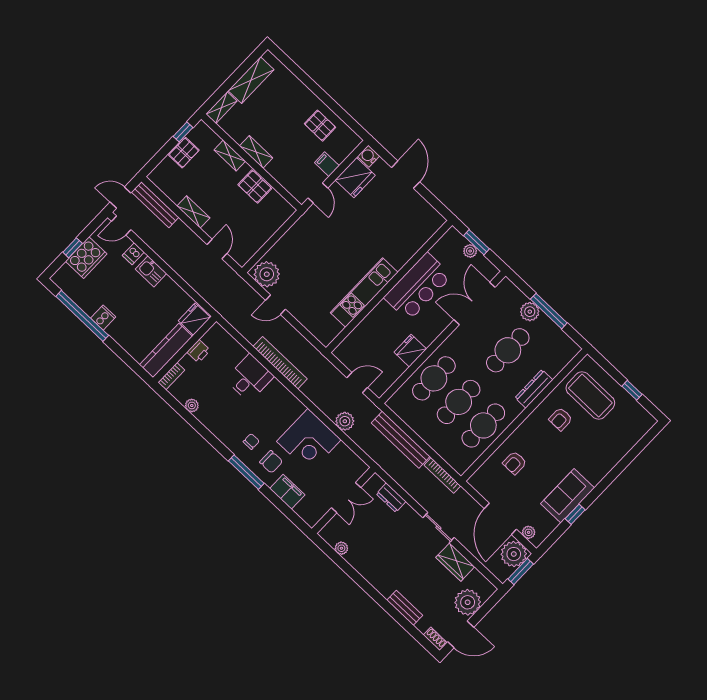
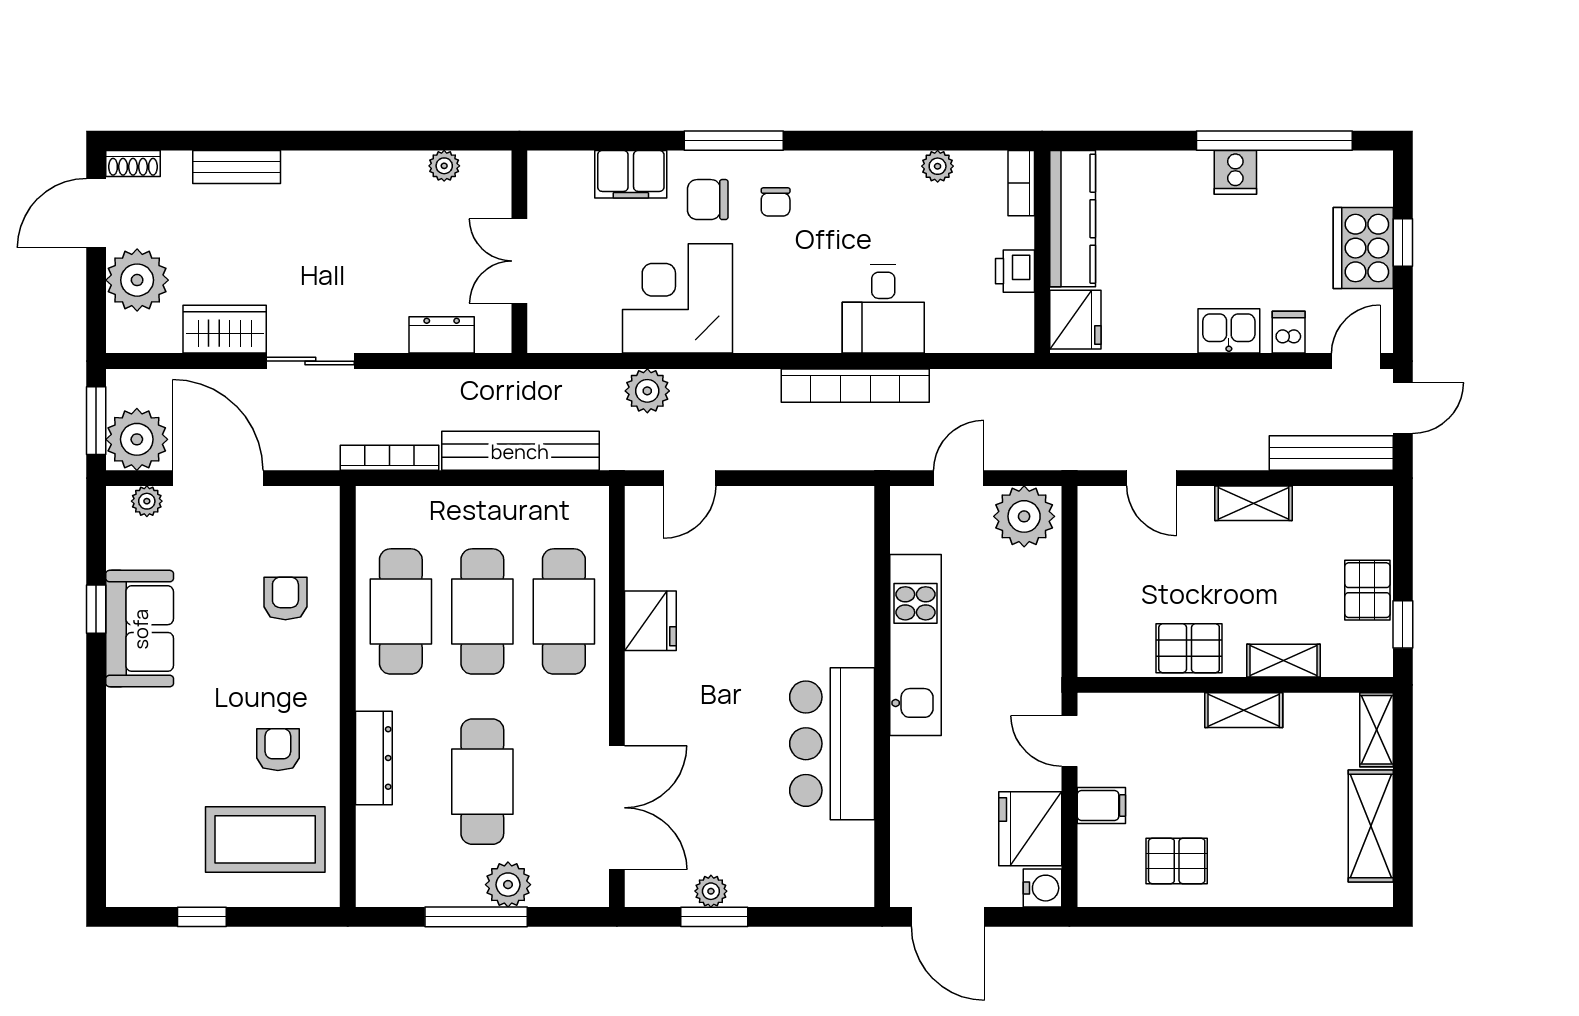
wall: (389, 286) -> (882, 697), moved
bar counter: (418, 287) -> (832, 744), moved
kitchen unit: (364, 292) -> (916, 645), moved

